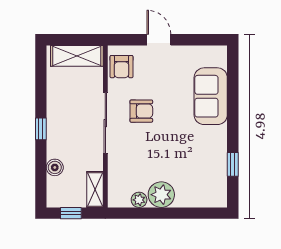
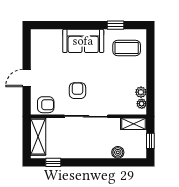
sofa: (211, 96) -> (83, 41), moved
window: (41, 129) -> (53, 162), moved
coffee table: (201, 180) -> (127, 48), added
plant: (161, 195) -> (142, 104), moved, width x0.53, depth x0.53

